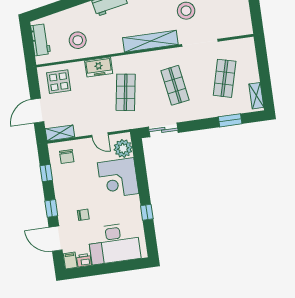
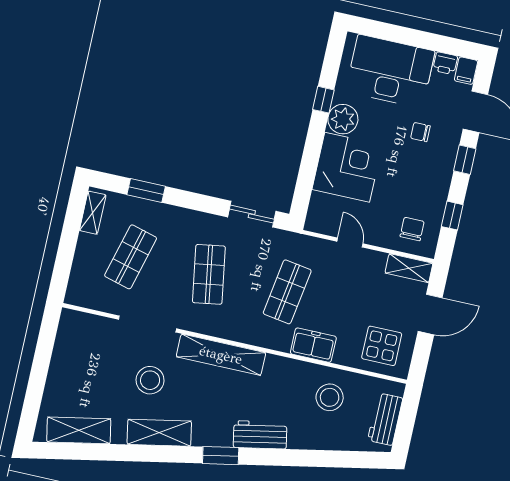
plant: (123, 148) -> (343, 119), moved

